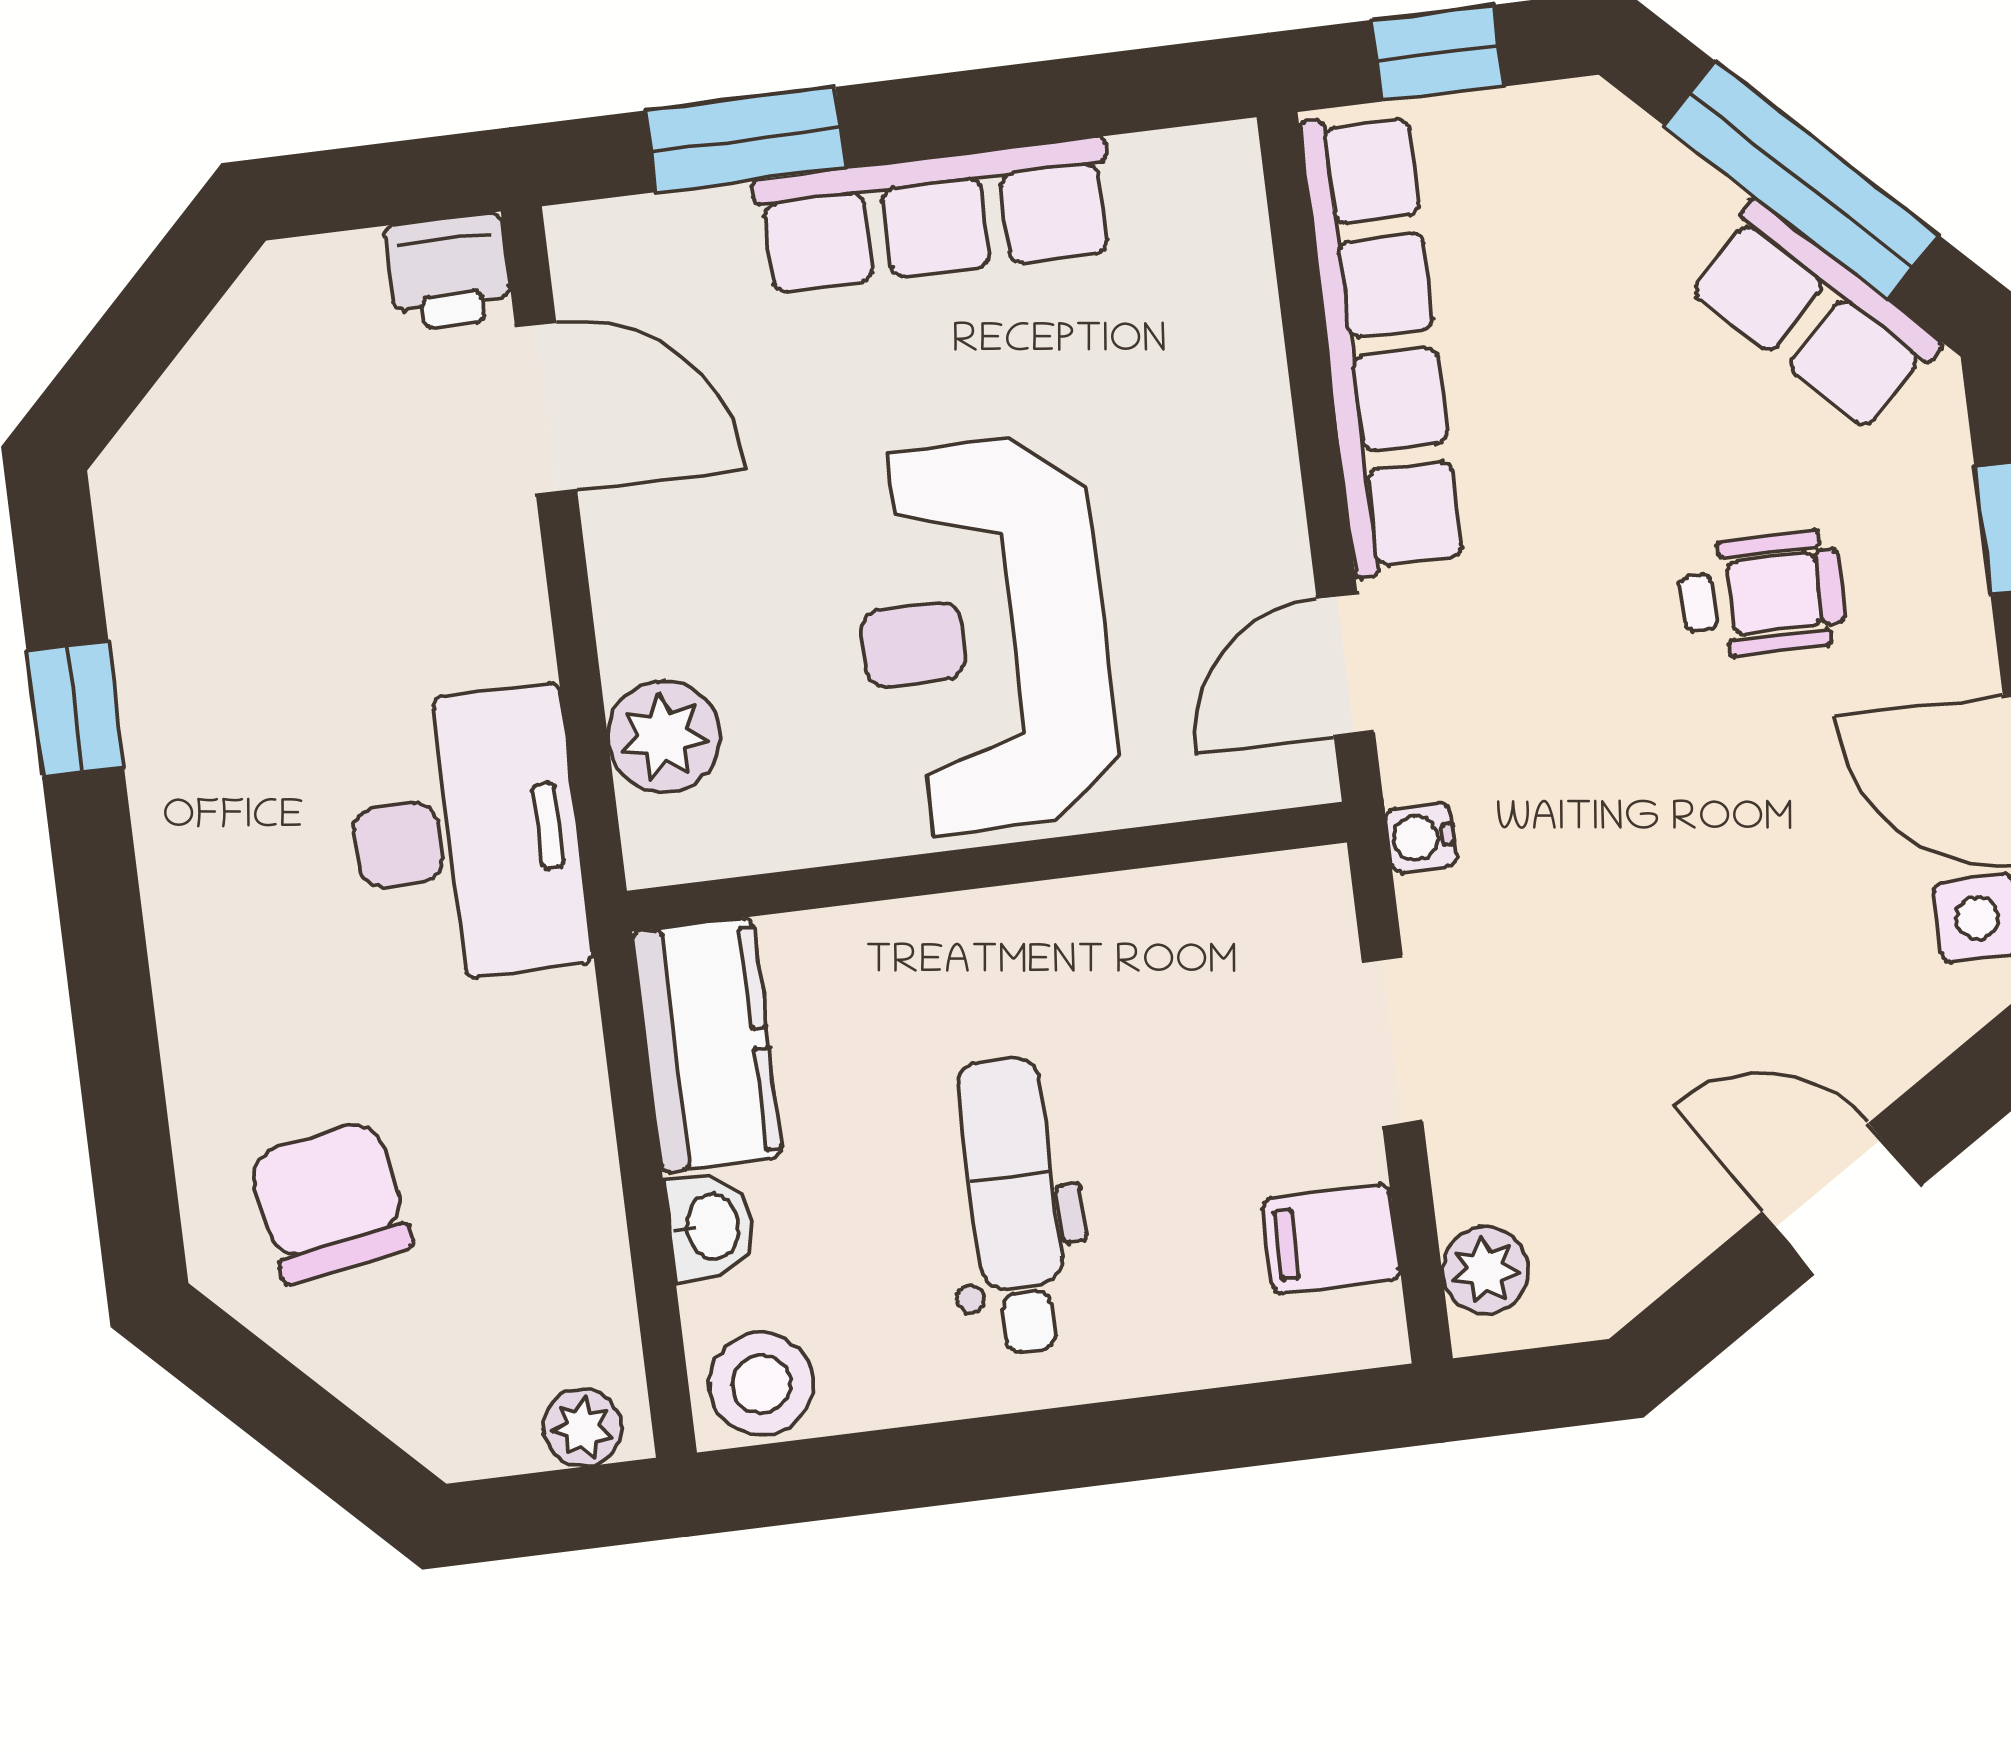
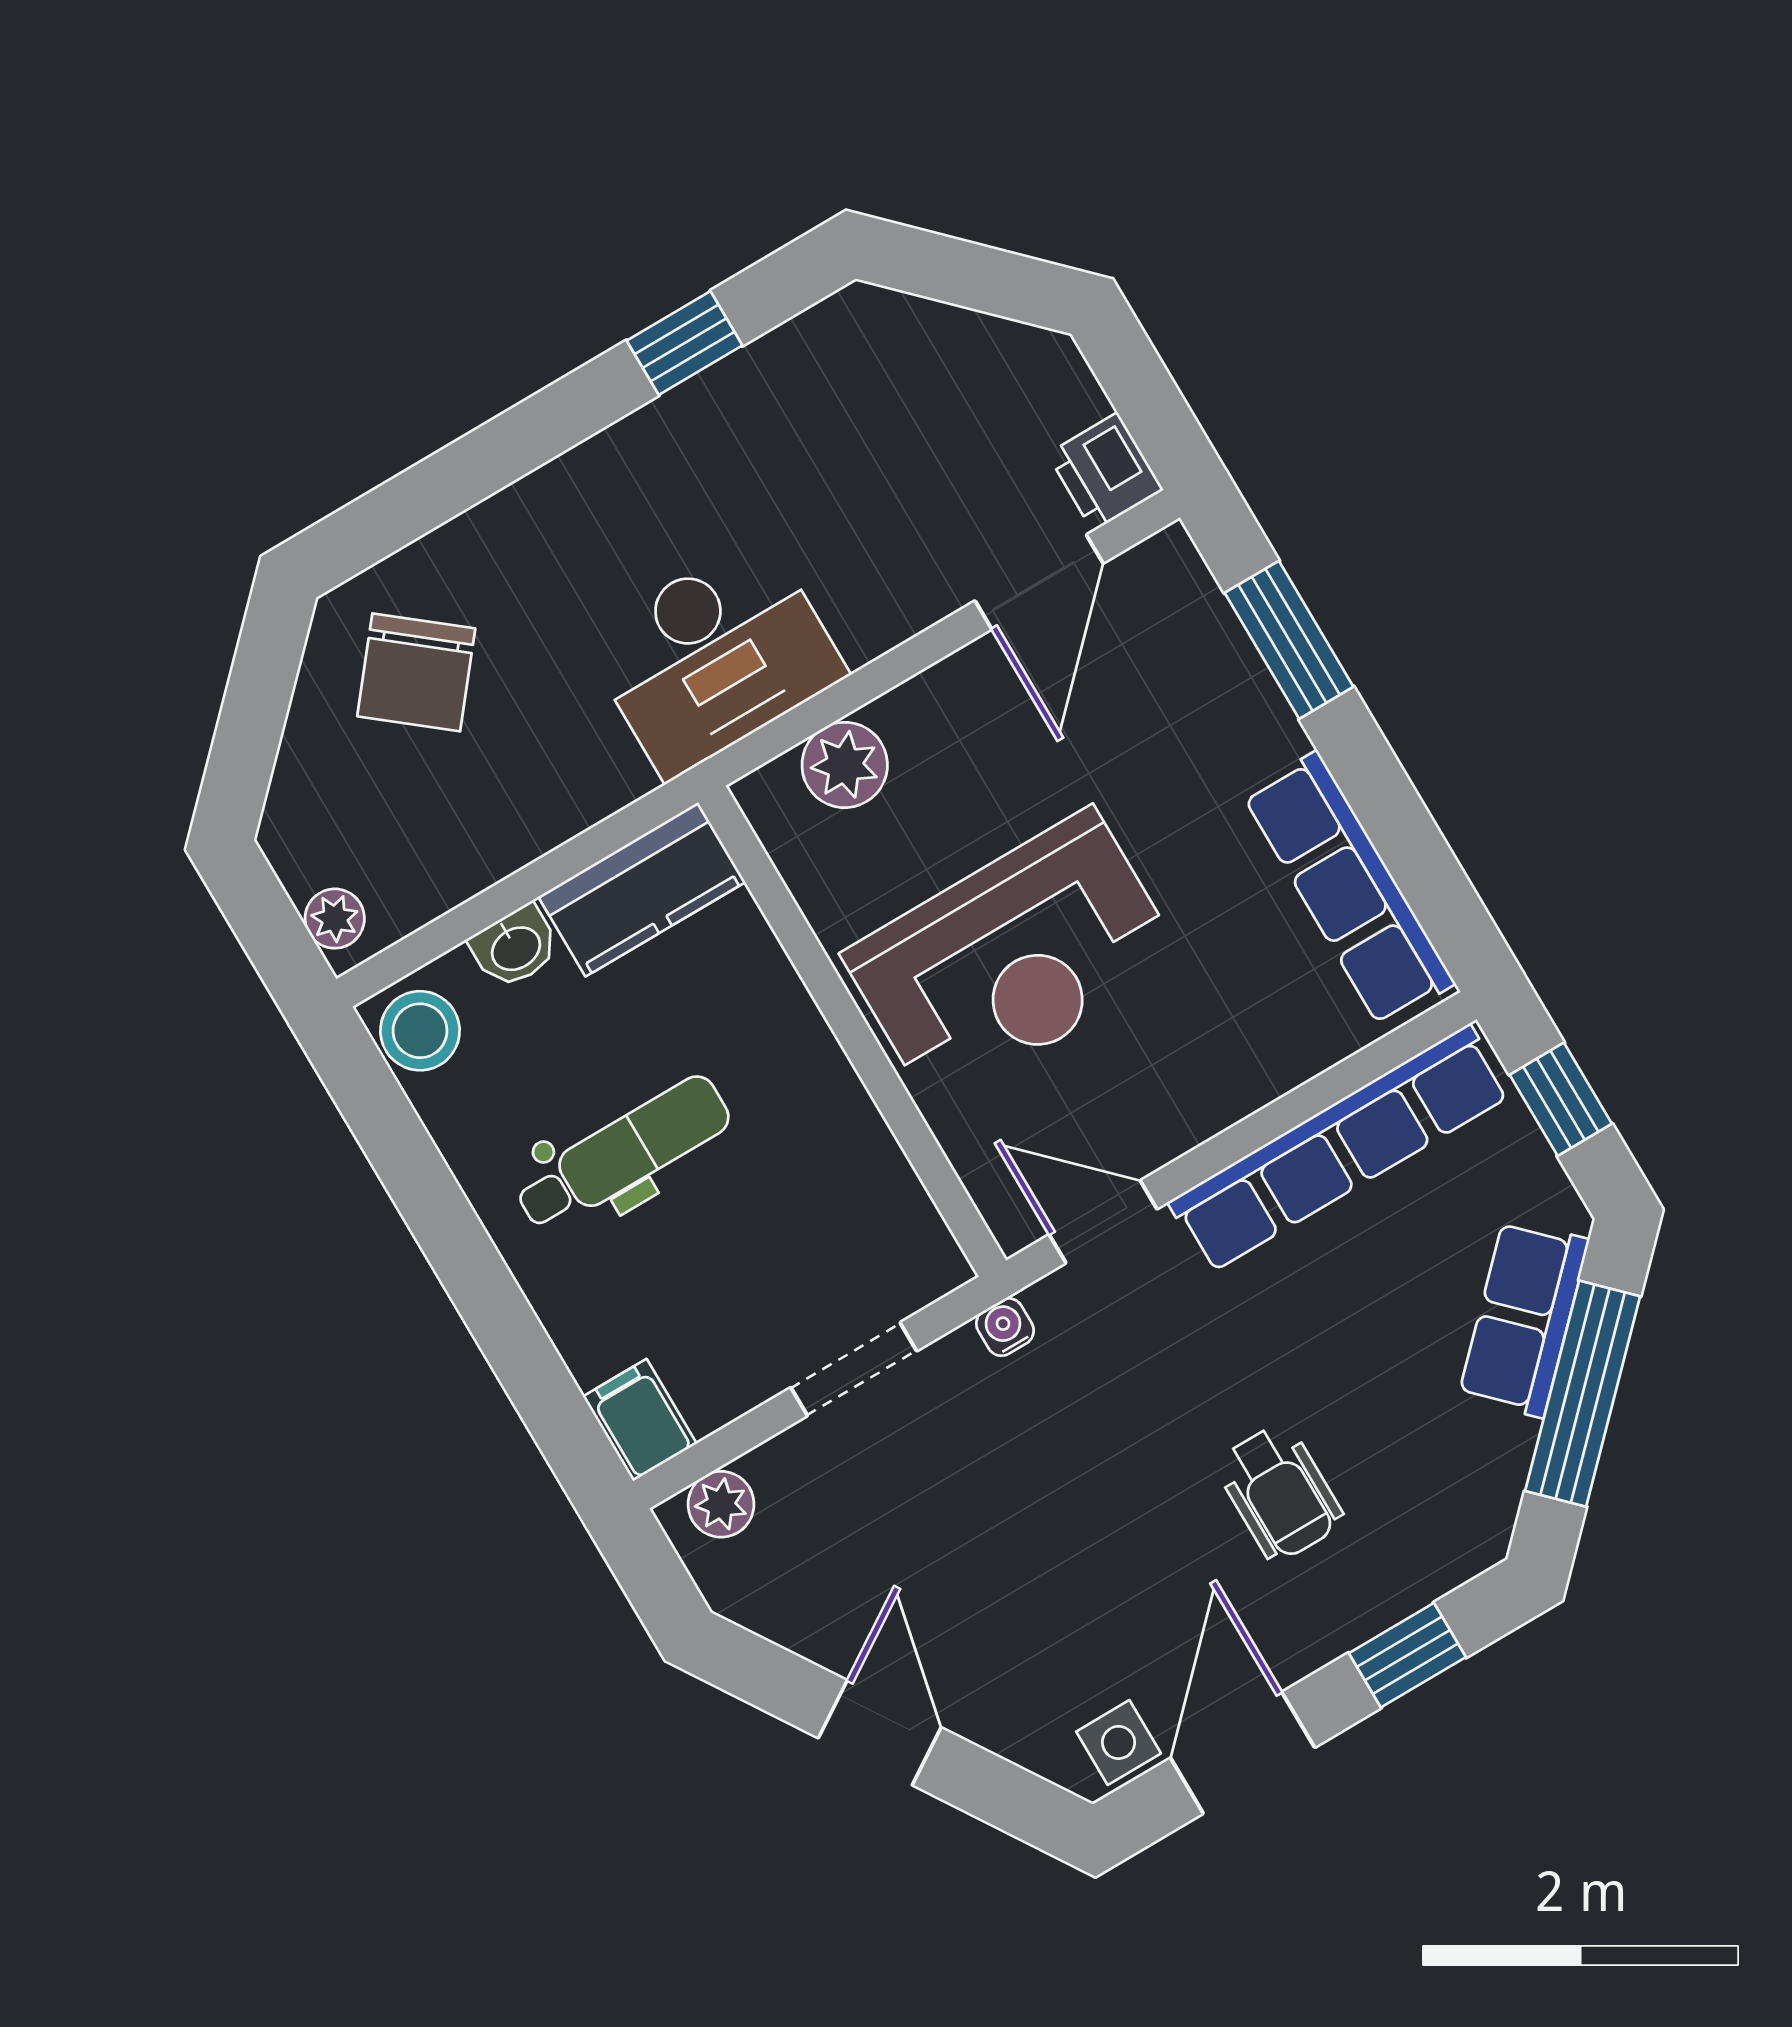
row of seats: (935, 215) -> (1349, 889), moved
row of seats: (1814, 316) -> (1524, 1318), moved
reception desk: (983, 636) -> (1013, 958), turned 180
chair: (330, 1202) -> (416, 672), turned 139
filing cabinet: (1331, 1239) -> (640, 1420), moved

